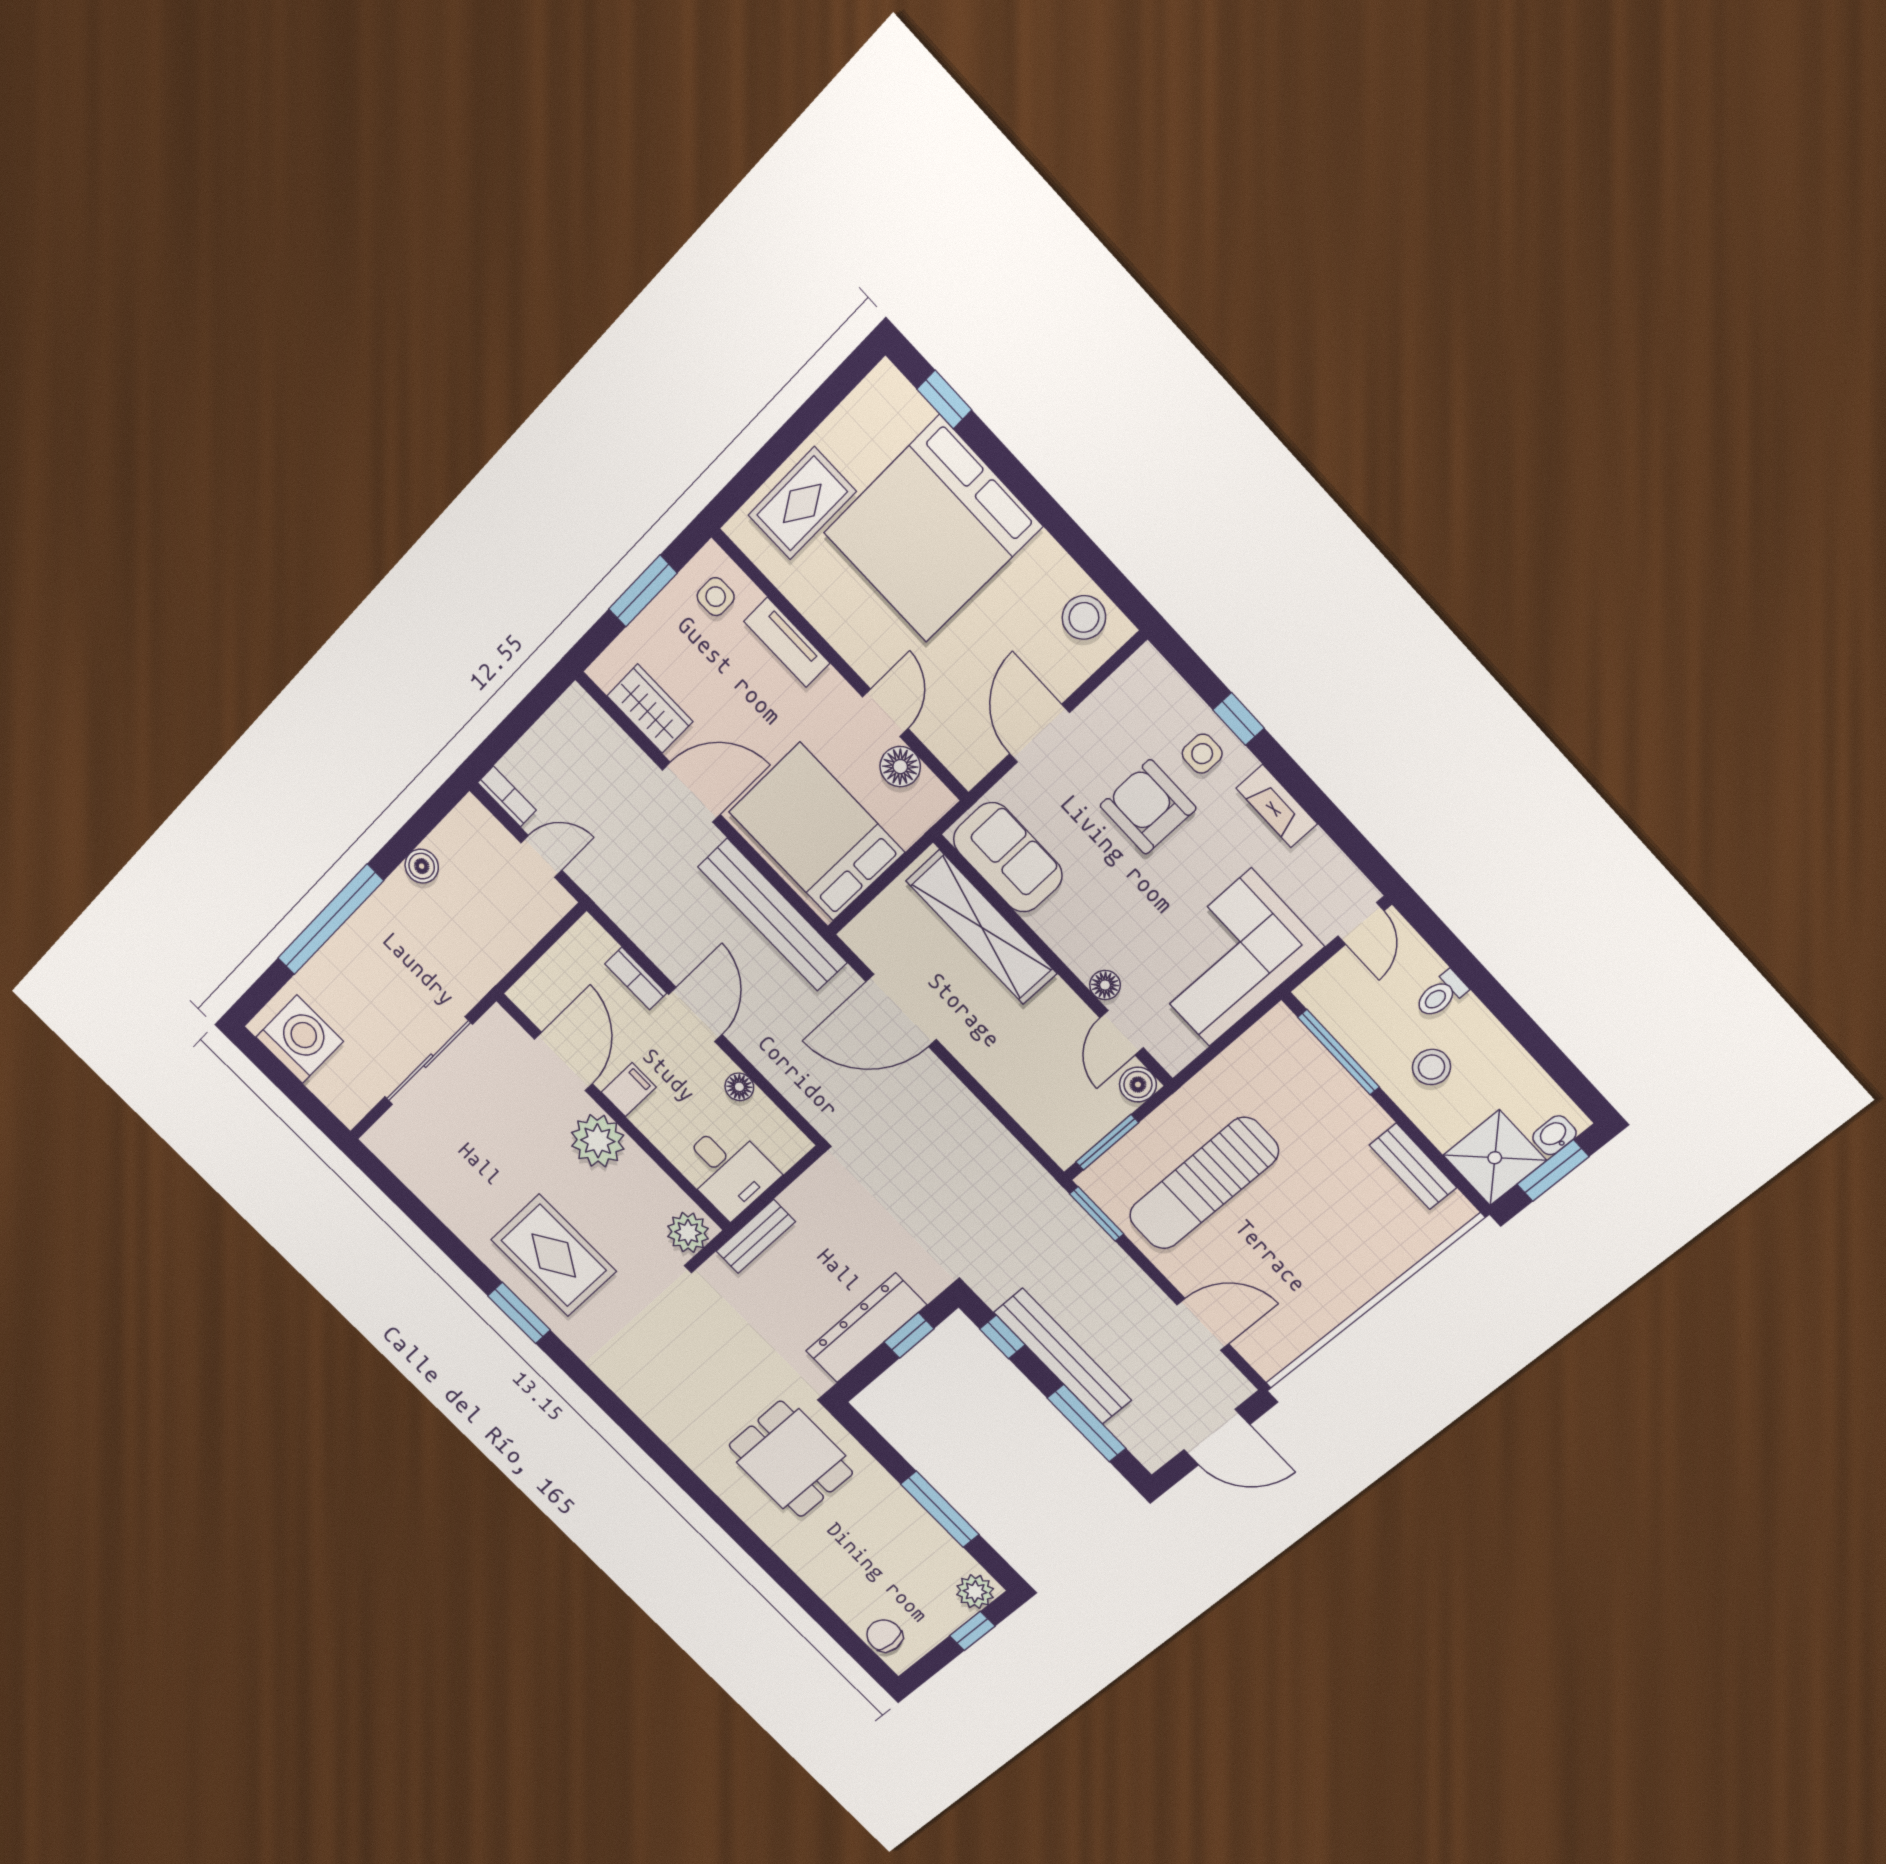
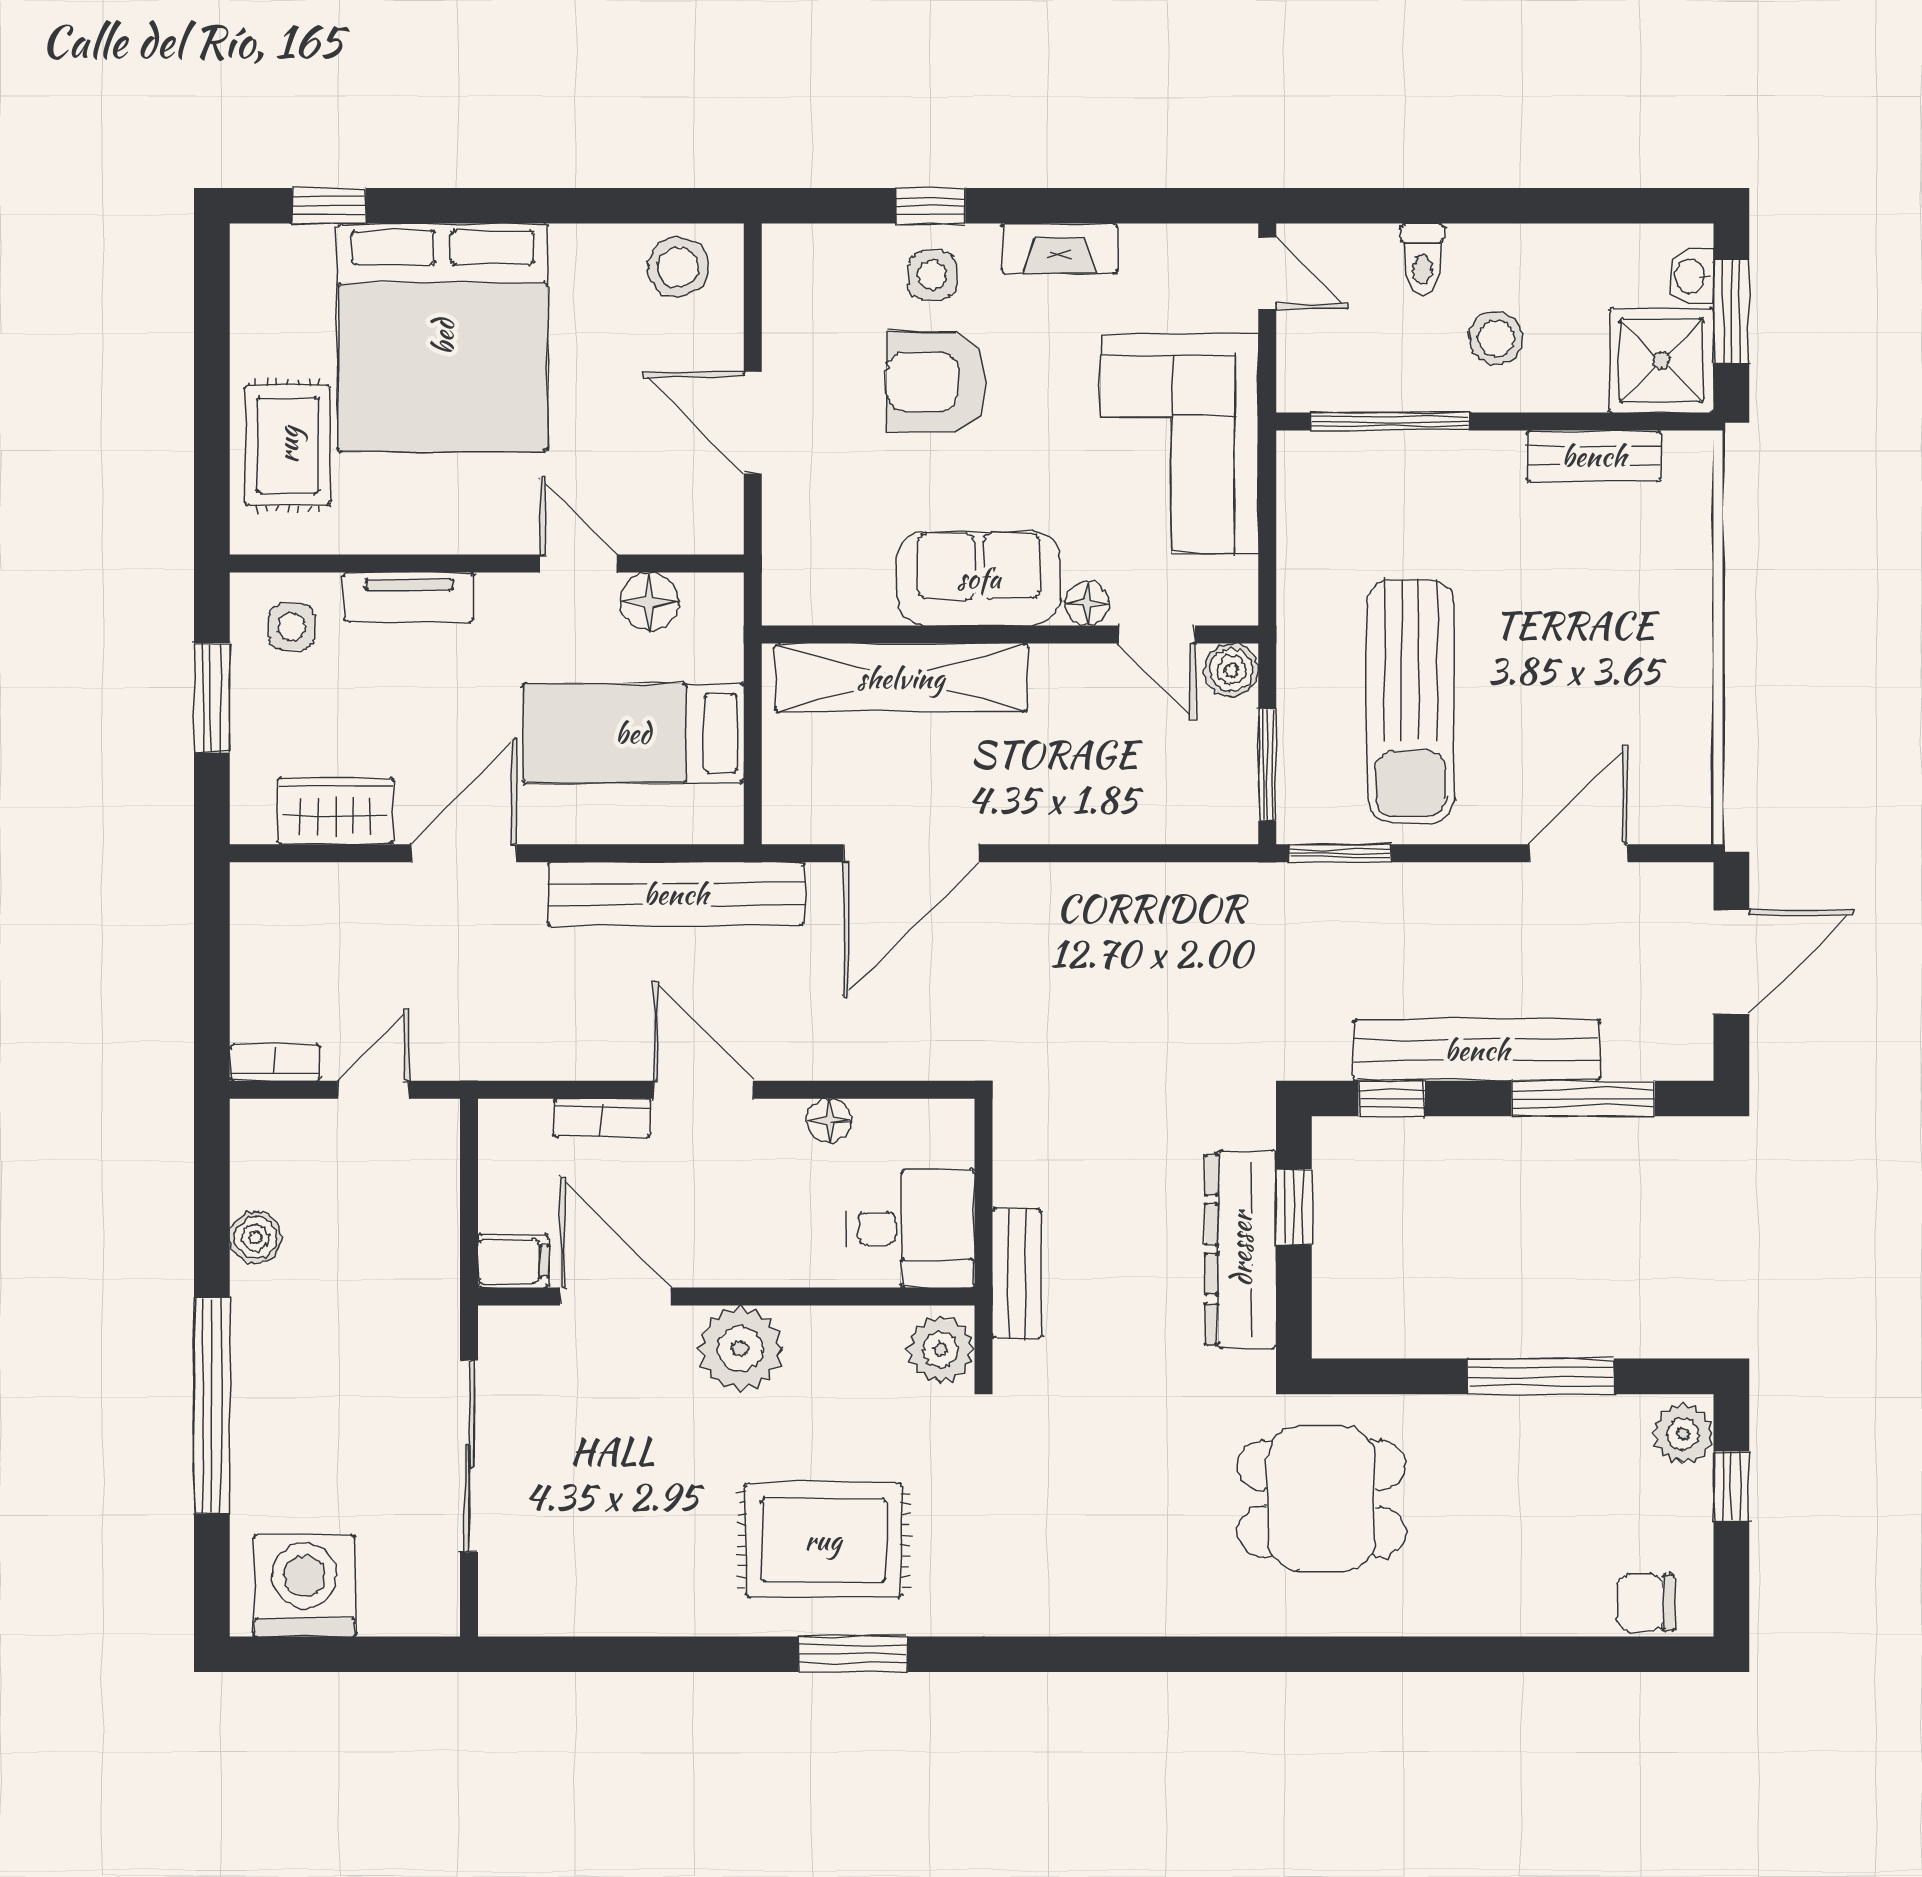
bed: (817, 832) -> (633, 733), width x0.67
sofa: (1008, 857) -> (979, 578), moved
filing cabinet: (629, 1090) -> (513, 1261), moved, turned 90

